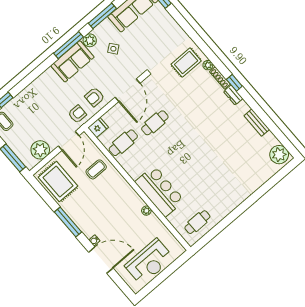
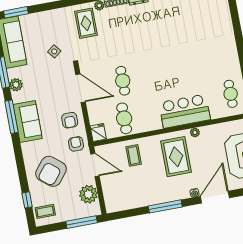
plant: (90, 40) -> (16, 85), moved
side table: (113, 49) -> (54, 51), moved
armchair: (41, 106) -> (51, 171), added
rug: (58, 182) -> (176, 157), moved, turned 90

